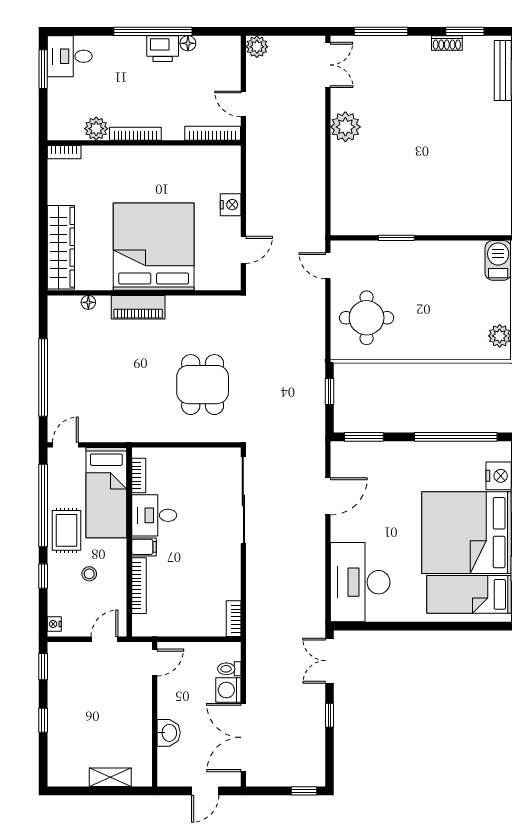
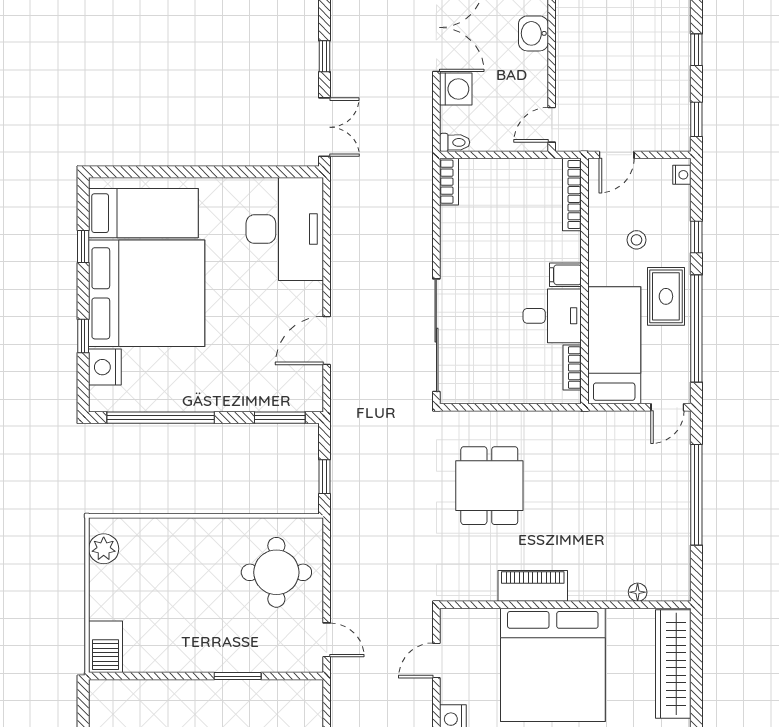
piano: (138, 307) -> (533, 586), moved
bookcase: (139, 586) -> (572, 194), moved
toilet: (229, 669) -> (455, 142), moved

